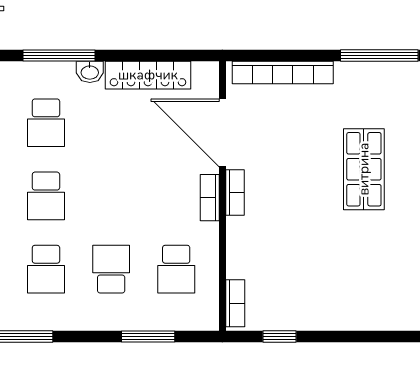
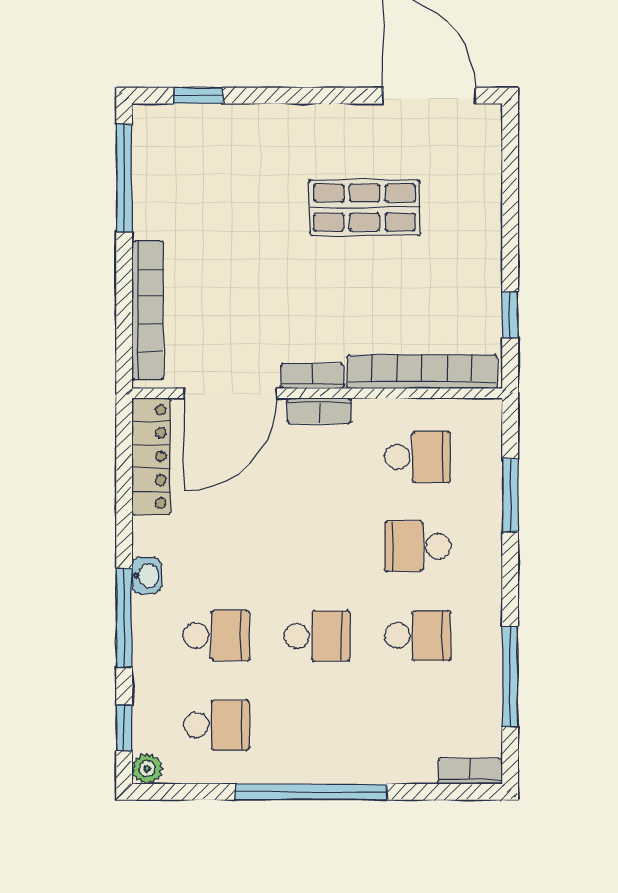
locker: (148, 75) -> (151, 456), moved
shop shelf: (364, 169) -> (365, 208), moved
bookcase: (235, 303) -> (422, 372), width x2.31, depth x1.31

